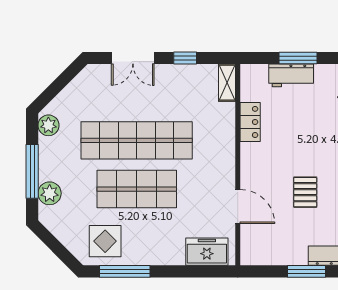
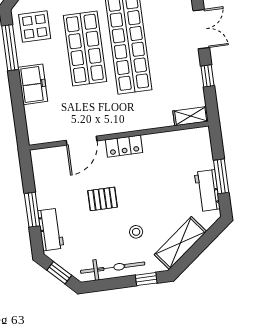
double door: (133, 58) -> (201, 29), swing flipped
workbench: (291, 75) -> (207, 191), moved
locker: (250, 122) -> (124, 146), moved
freezer: (207, 252) -> (33, 84), moved

